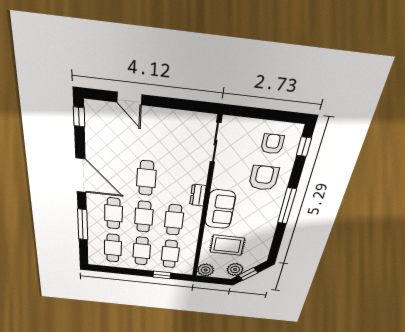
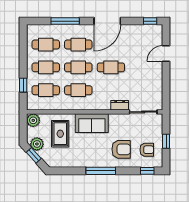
window: (266, 114) -> (166, 141), added
dresser: (198, 195) -> (120, 105), moved

